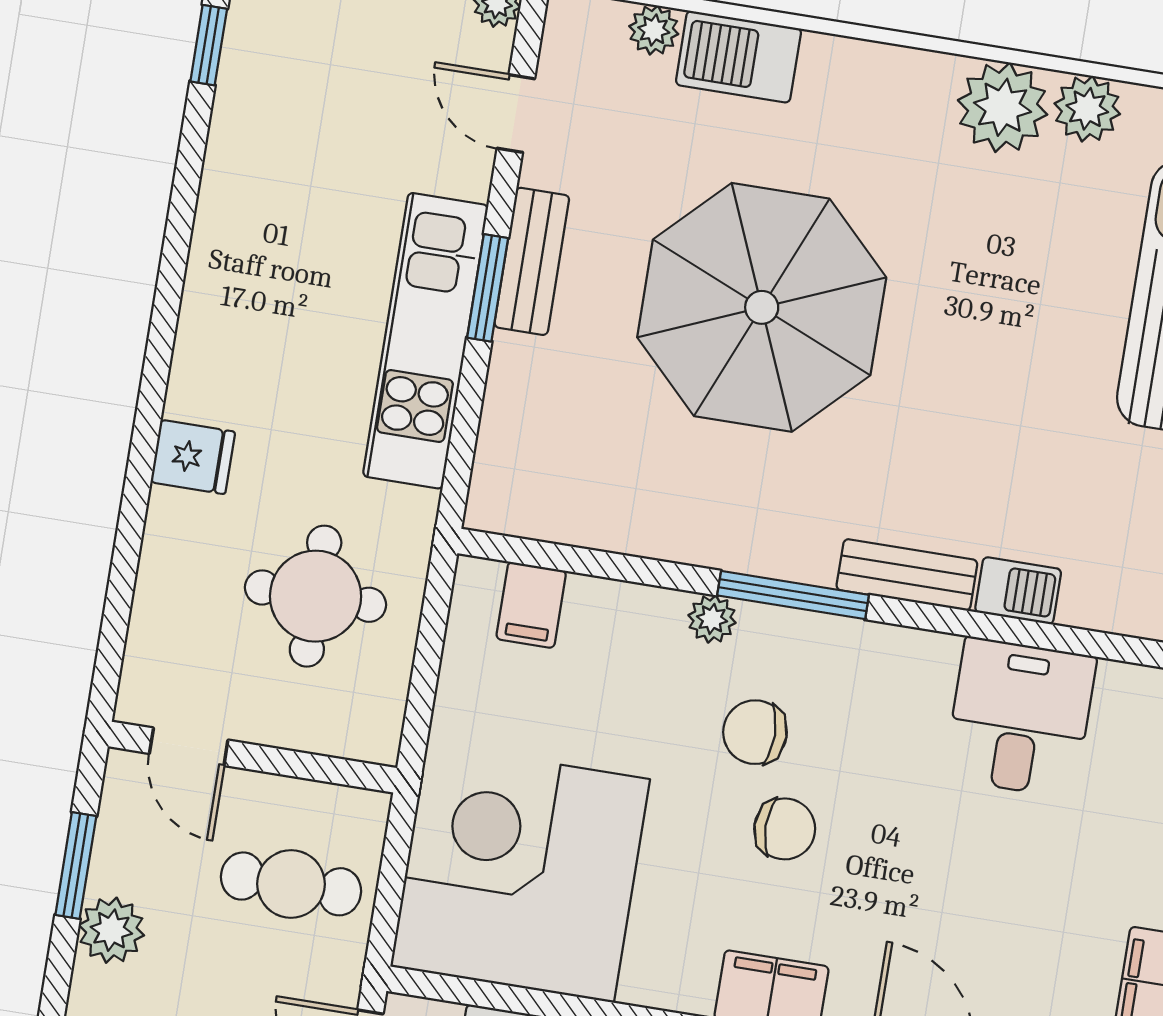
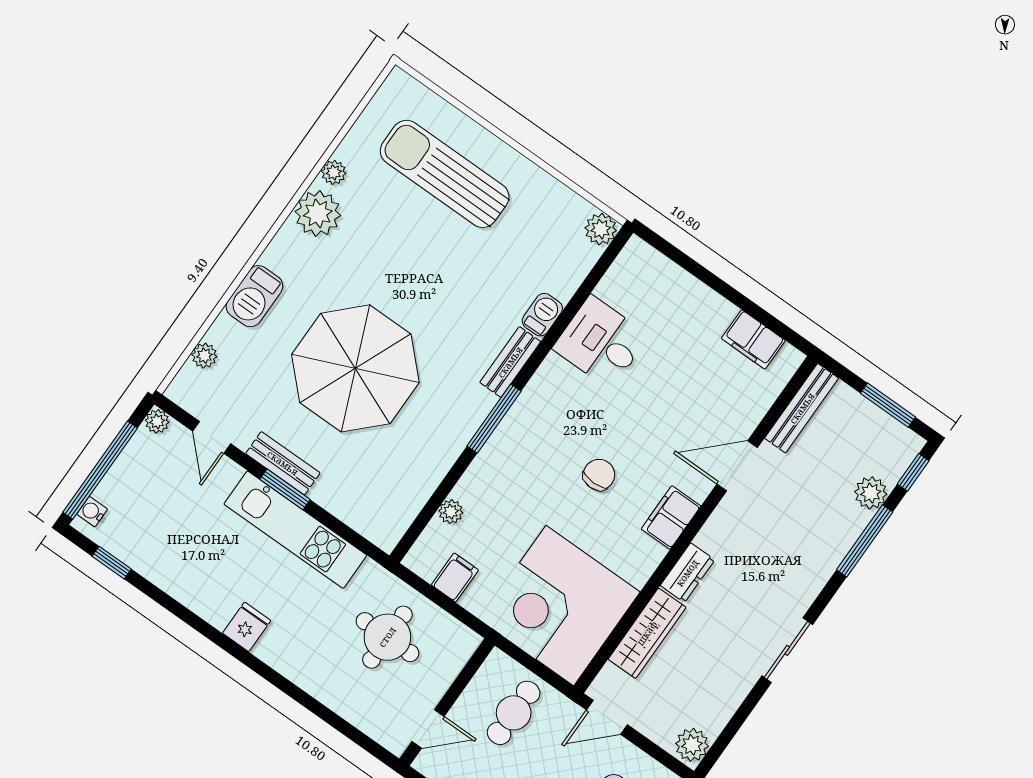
barbecue: (738, 57) -> (254, 296), moved
plant: (1087, 109) -> (334, 172), width x0.73, depth x0.73
door: (516, 113) -> (212, 437), hinge flipped
fridge: (193, 457) -> (247, 627), moved
filing cabinet: (531, 605) -> (455, 577), moved, turned -90
plant: (712, 619) -> (451, 512), moved
chair: (755, 732) -> (548, 467), removed

